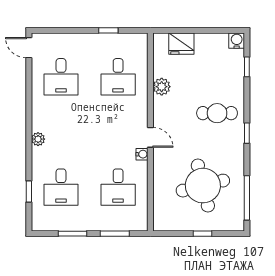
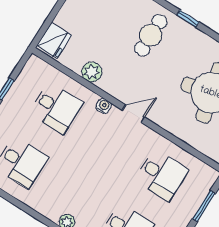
fridge: (181, 44) -> (54, 40), moved
water cooler: (142, 154) -> (104, 106), moved

